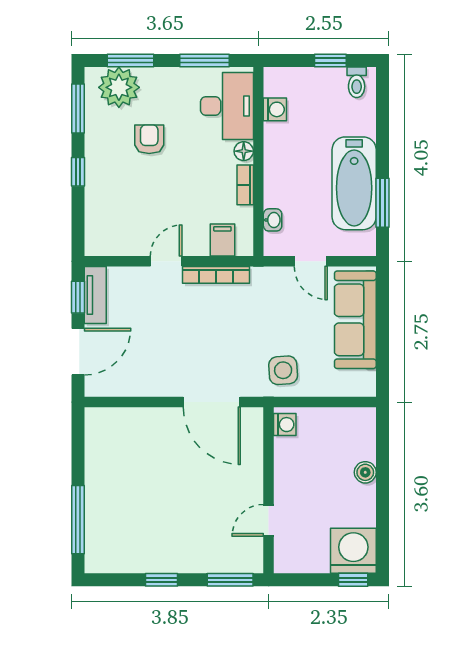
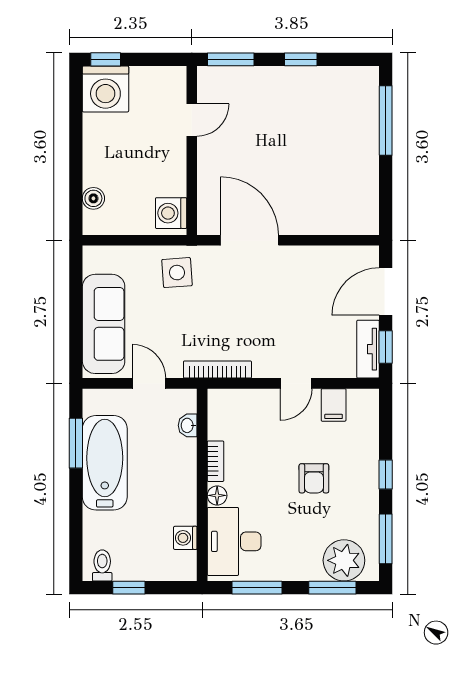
armchair: (149, 139) -> (314, 478), moved
filing cabinet: (222, 240) -> (334, 405), moved
bookcase: (216, 275) -> (217, 370), moved
washing machine: (285, 425) -> (171, 213), width x1.38, depth x1.38
boiler: (365, 472) -> (93, 198), moved

